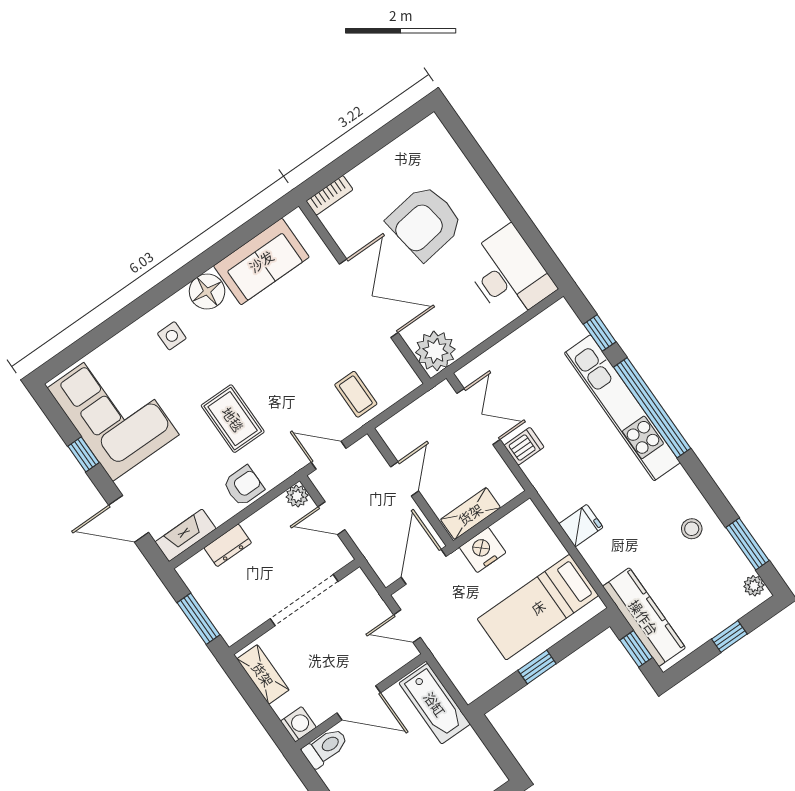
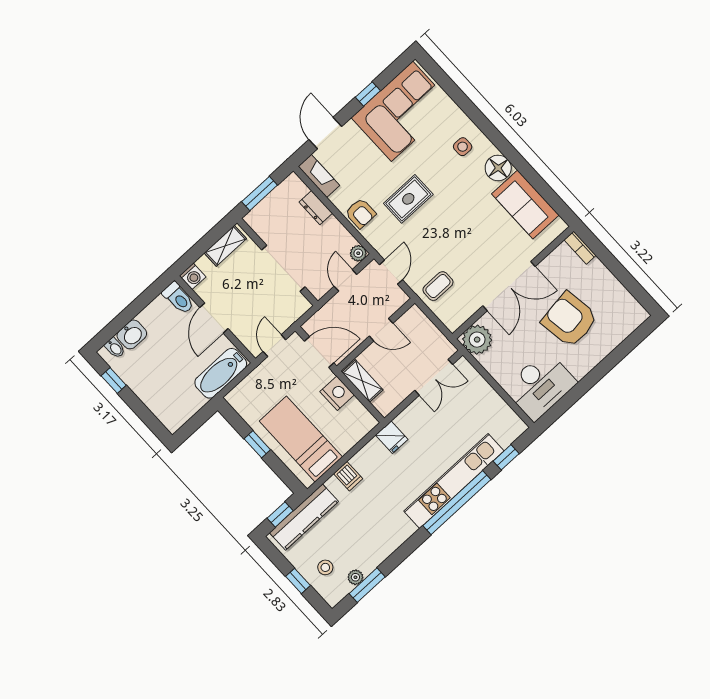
dishwasher: (524, 446) -> (348, 476), moved
fridge: (581, 526) -> (392, 437), moved
stool: (692, 529) -> (325, 567), moved
plant: (754, 586) -> (355, 577), moved

